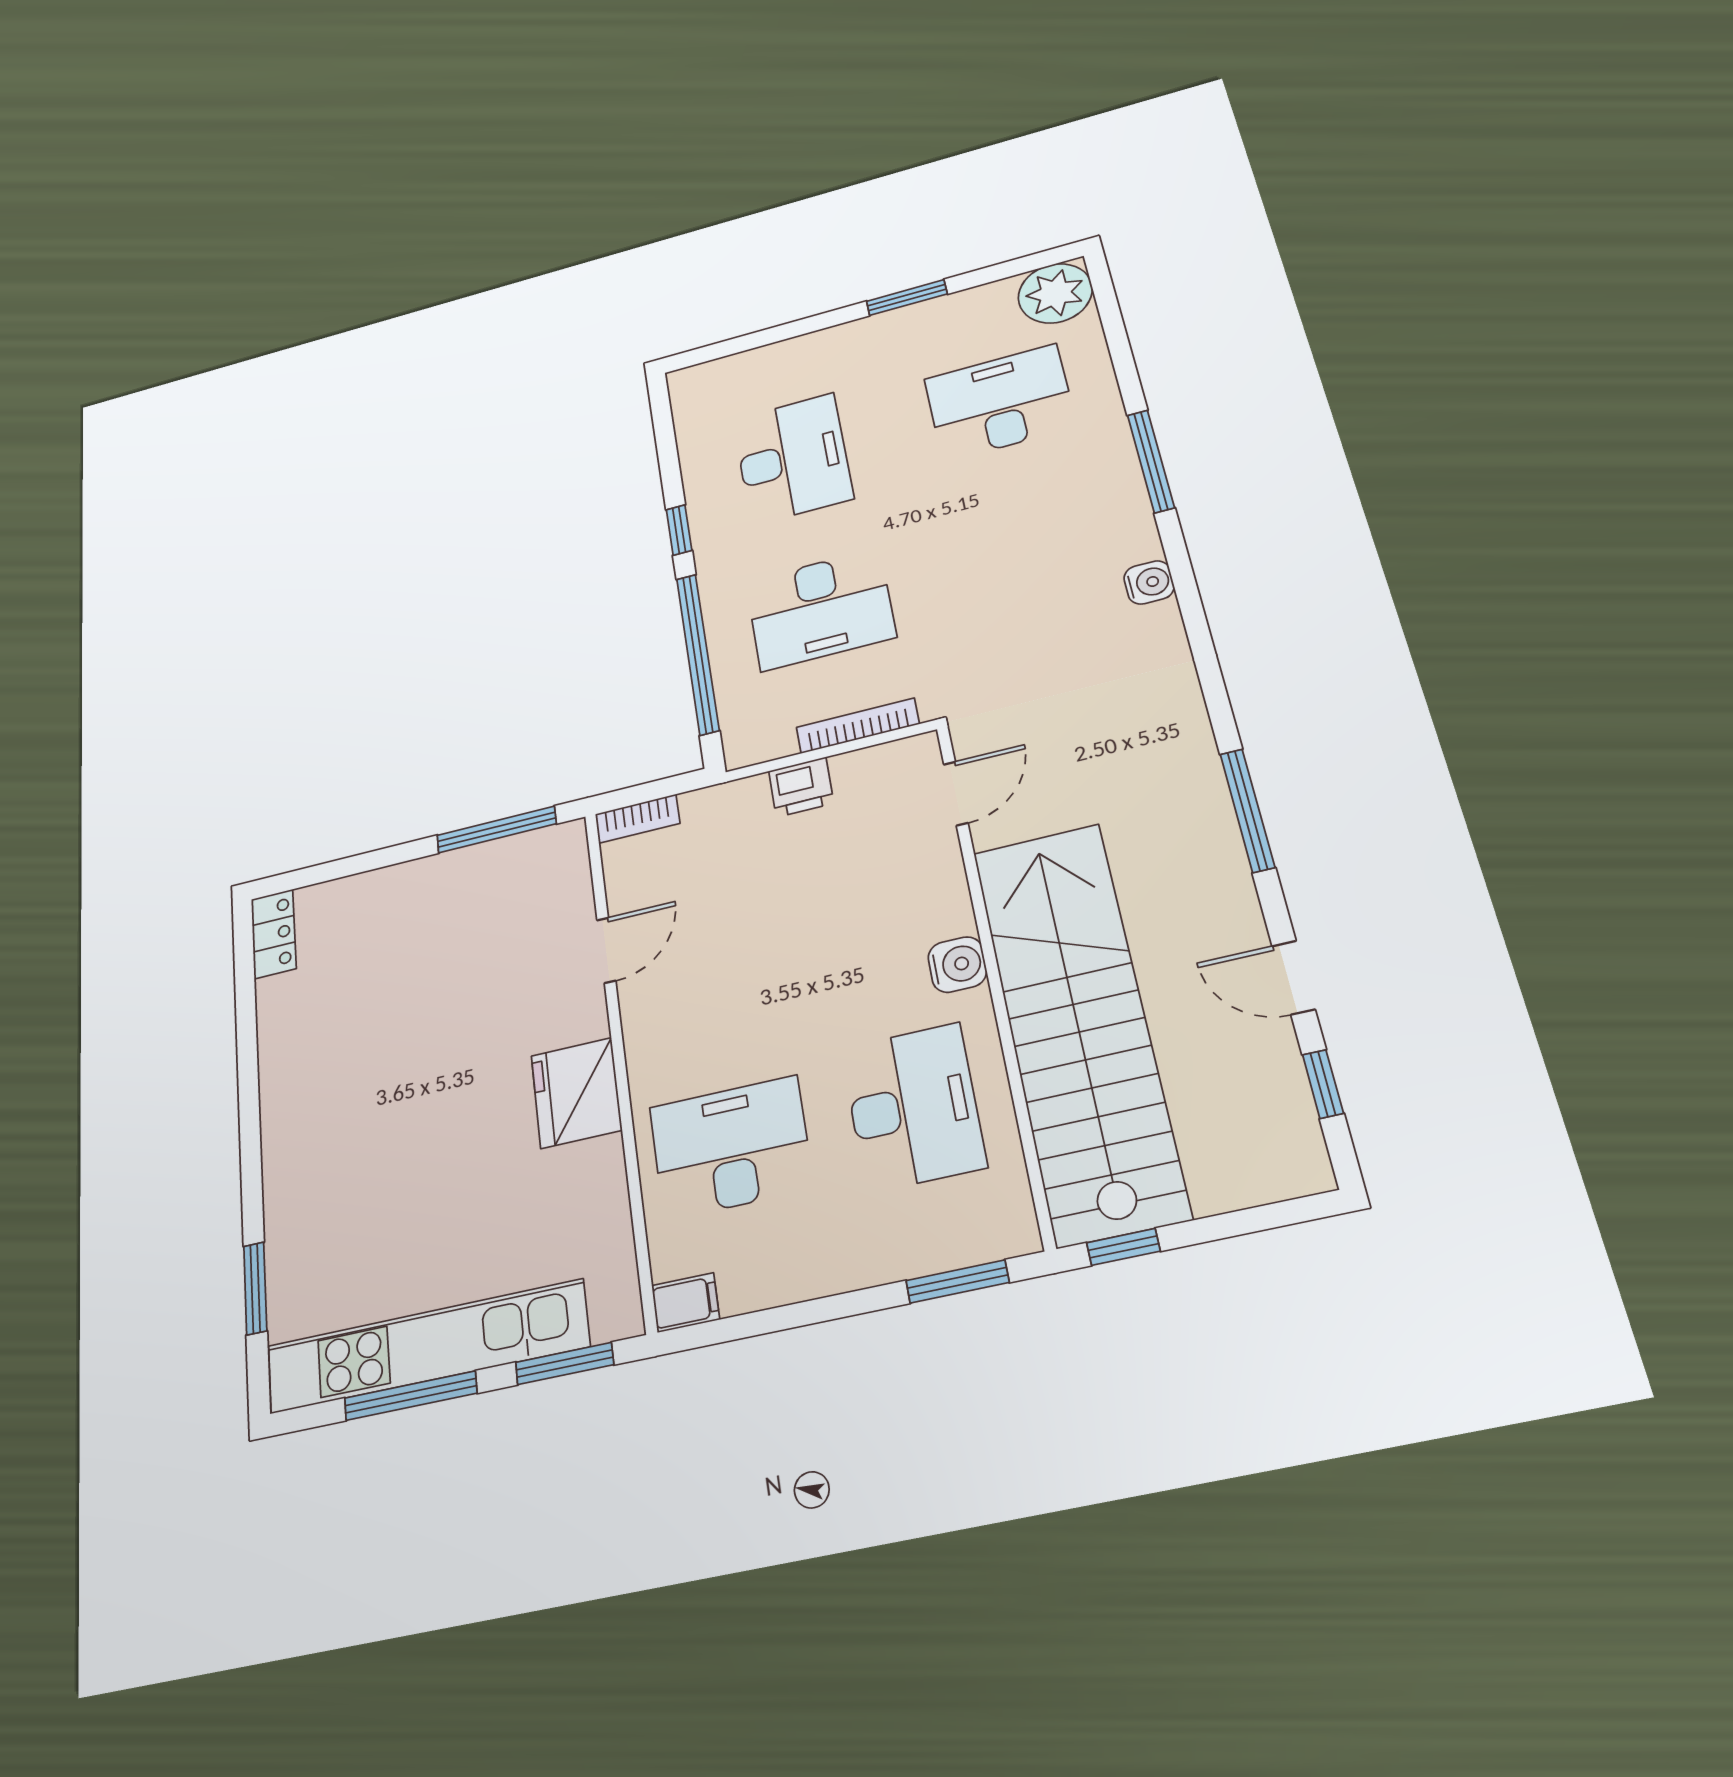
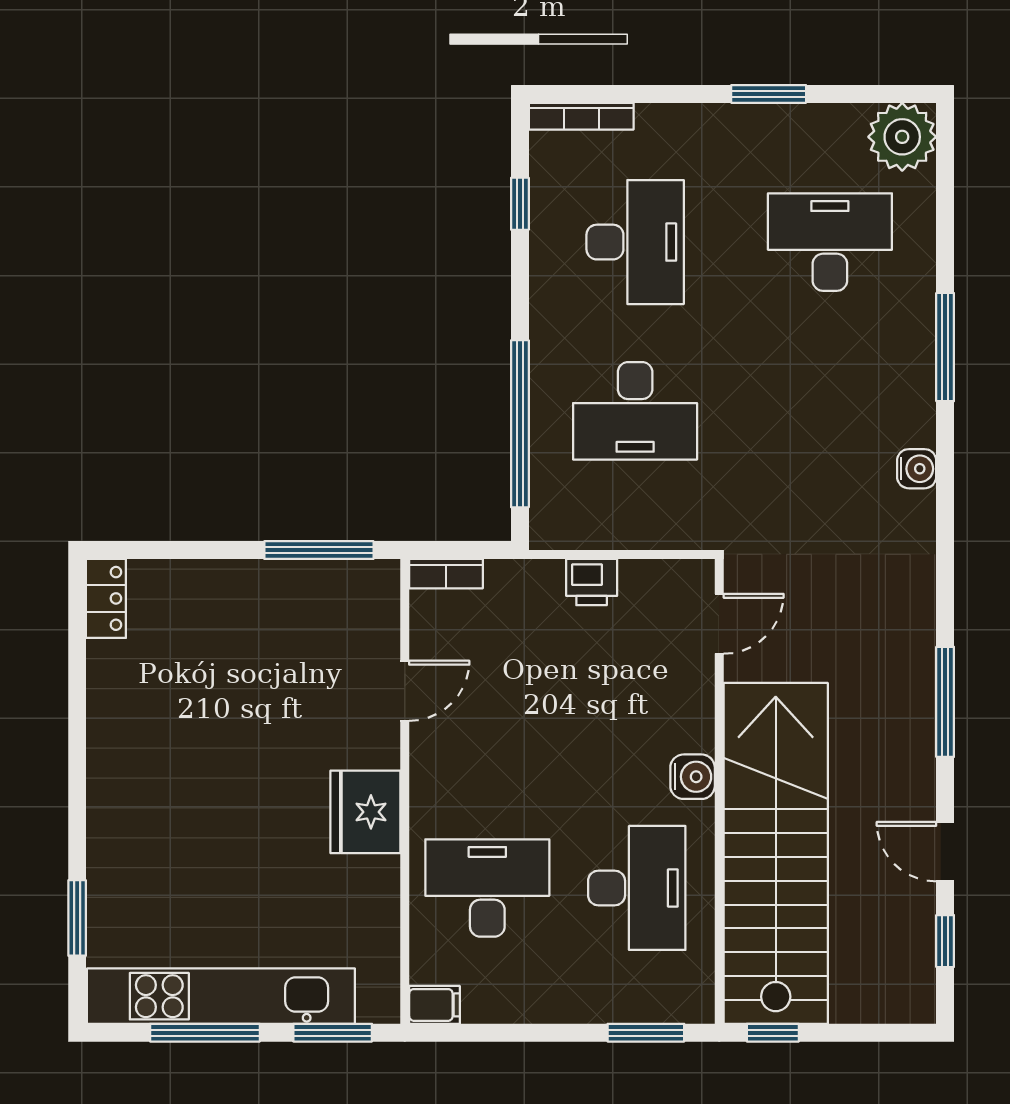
window: (679, 530) -> (520, 204), moved
bookcase: (858, 726) -> (581, 116), moved, turned 180

